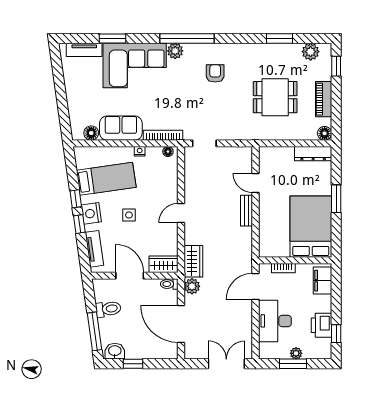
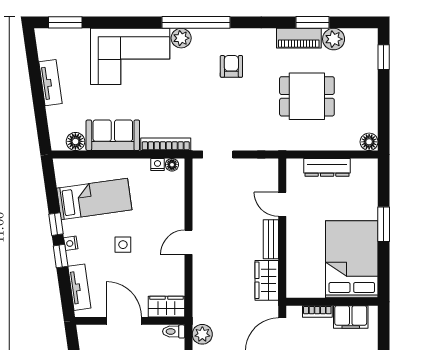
window: (112, 38) -> (65, 22), moved
tv unit: (84, 50) -> (50, 83), moved, turned -98
plant: (311, 52) -> (334, 39), moved
piano: (324, 99) -> (299, 38), moved, turned -90
nightstand: (140, 151) -> (157, 164), moved
dresser: (313, 154) -> (327, 167), moved
nightstand: (91, 213) -> (71, 243), width x0.53, depth x0.56
wardrobe: (193, 261) -> (267, 280), moved, turned 180
filing cabinet: (322, 281) -> (351, 317), moved, turned -90

